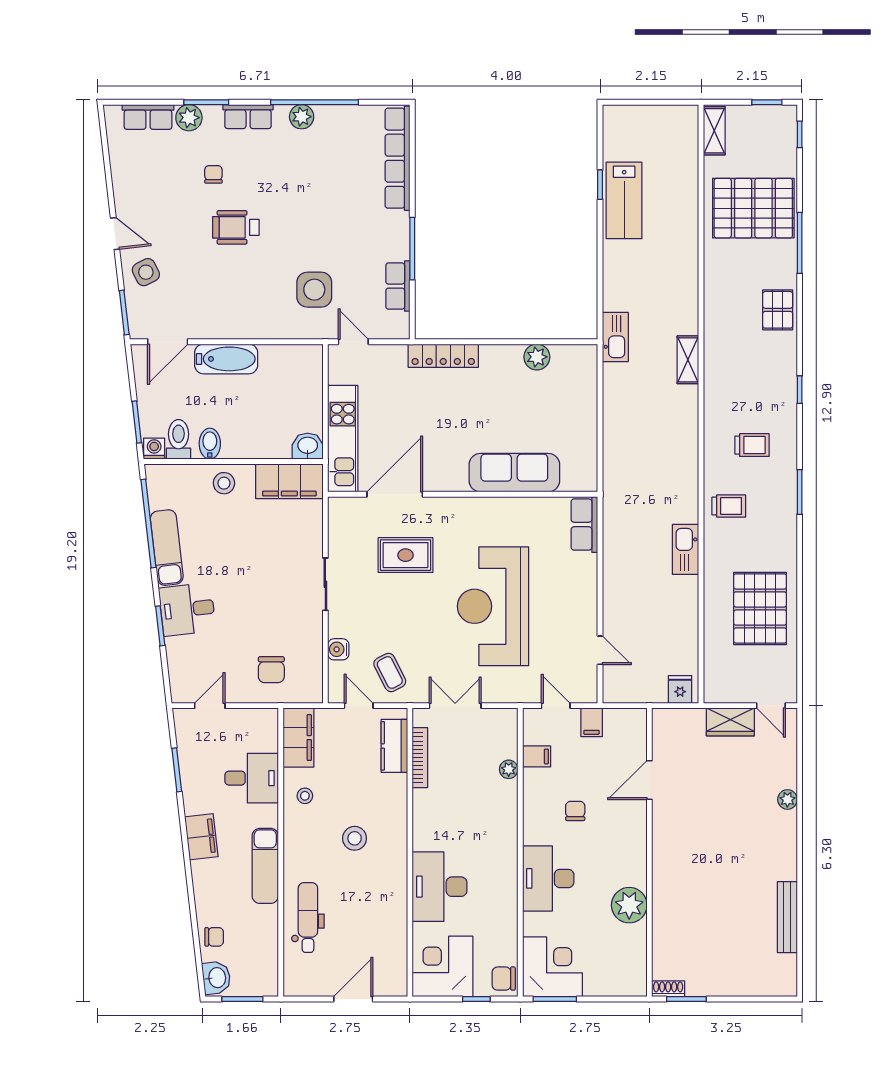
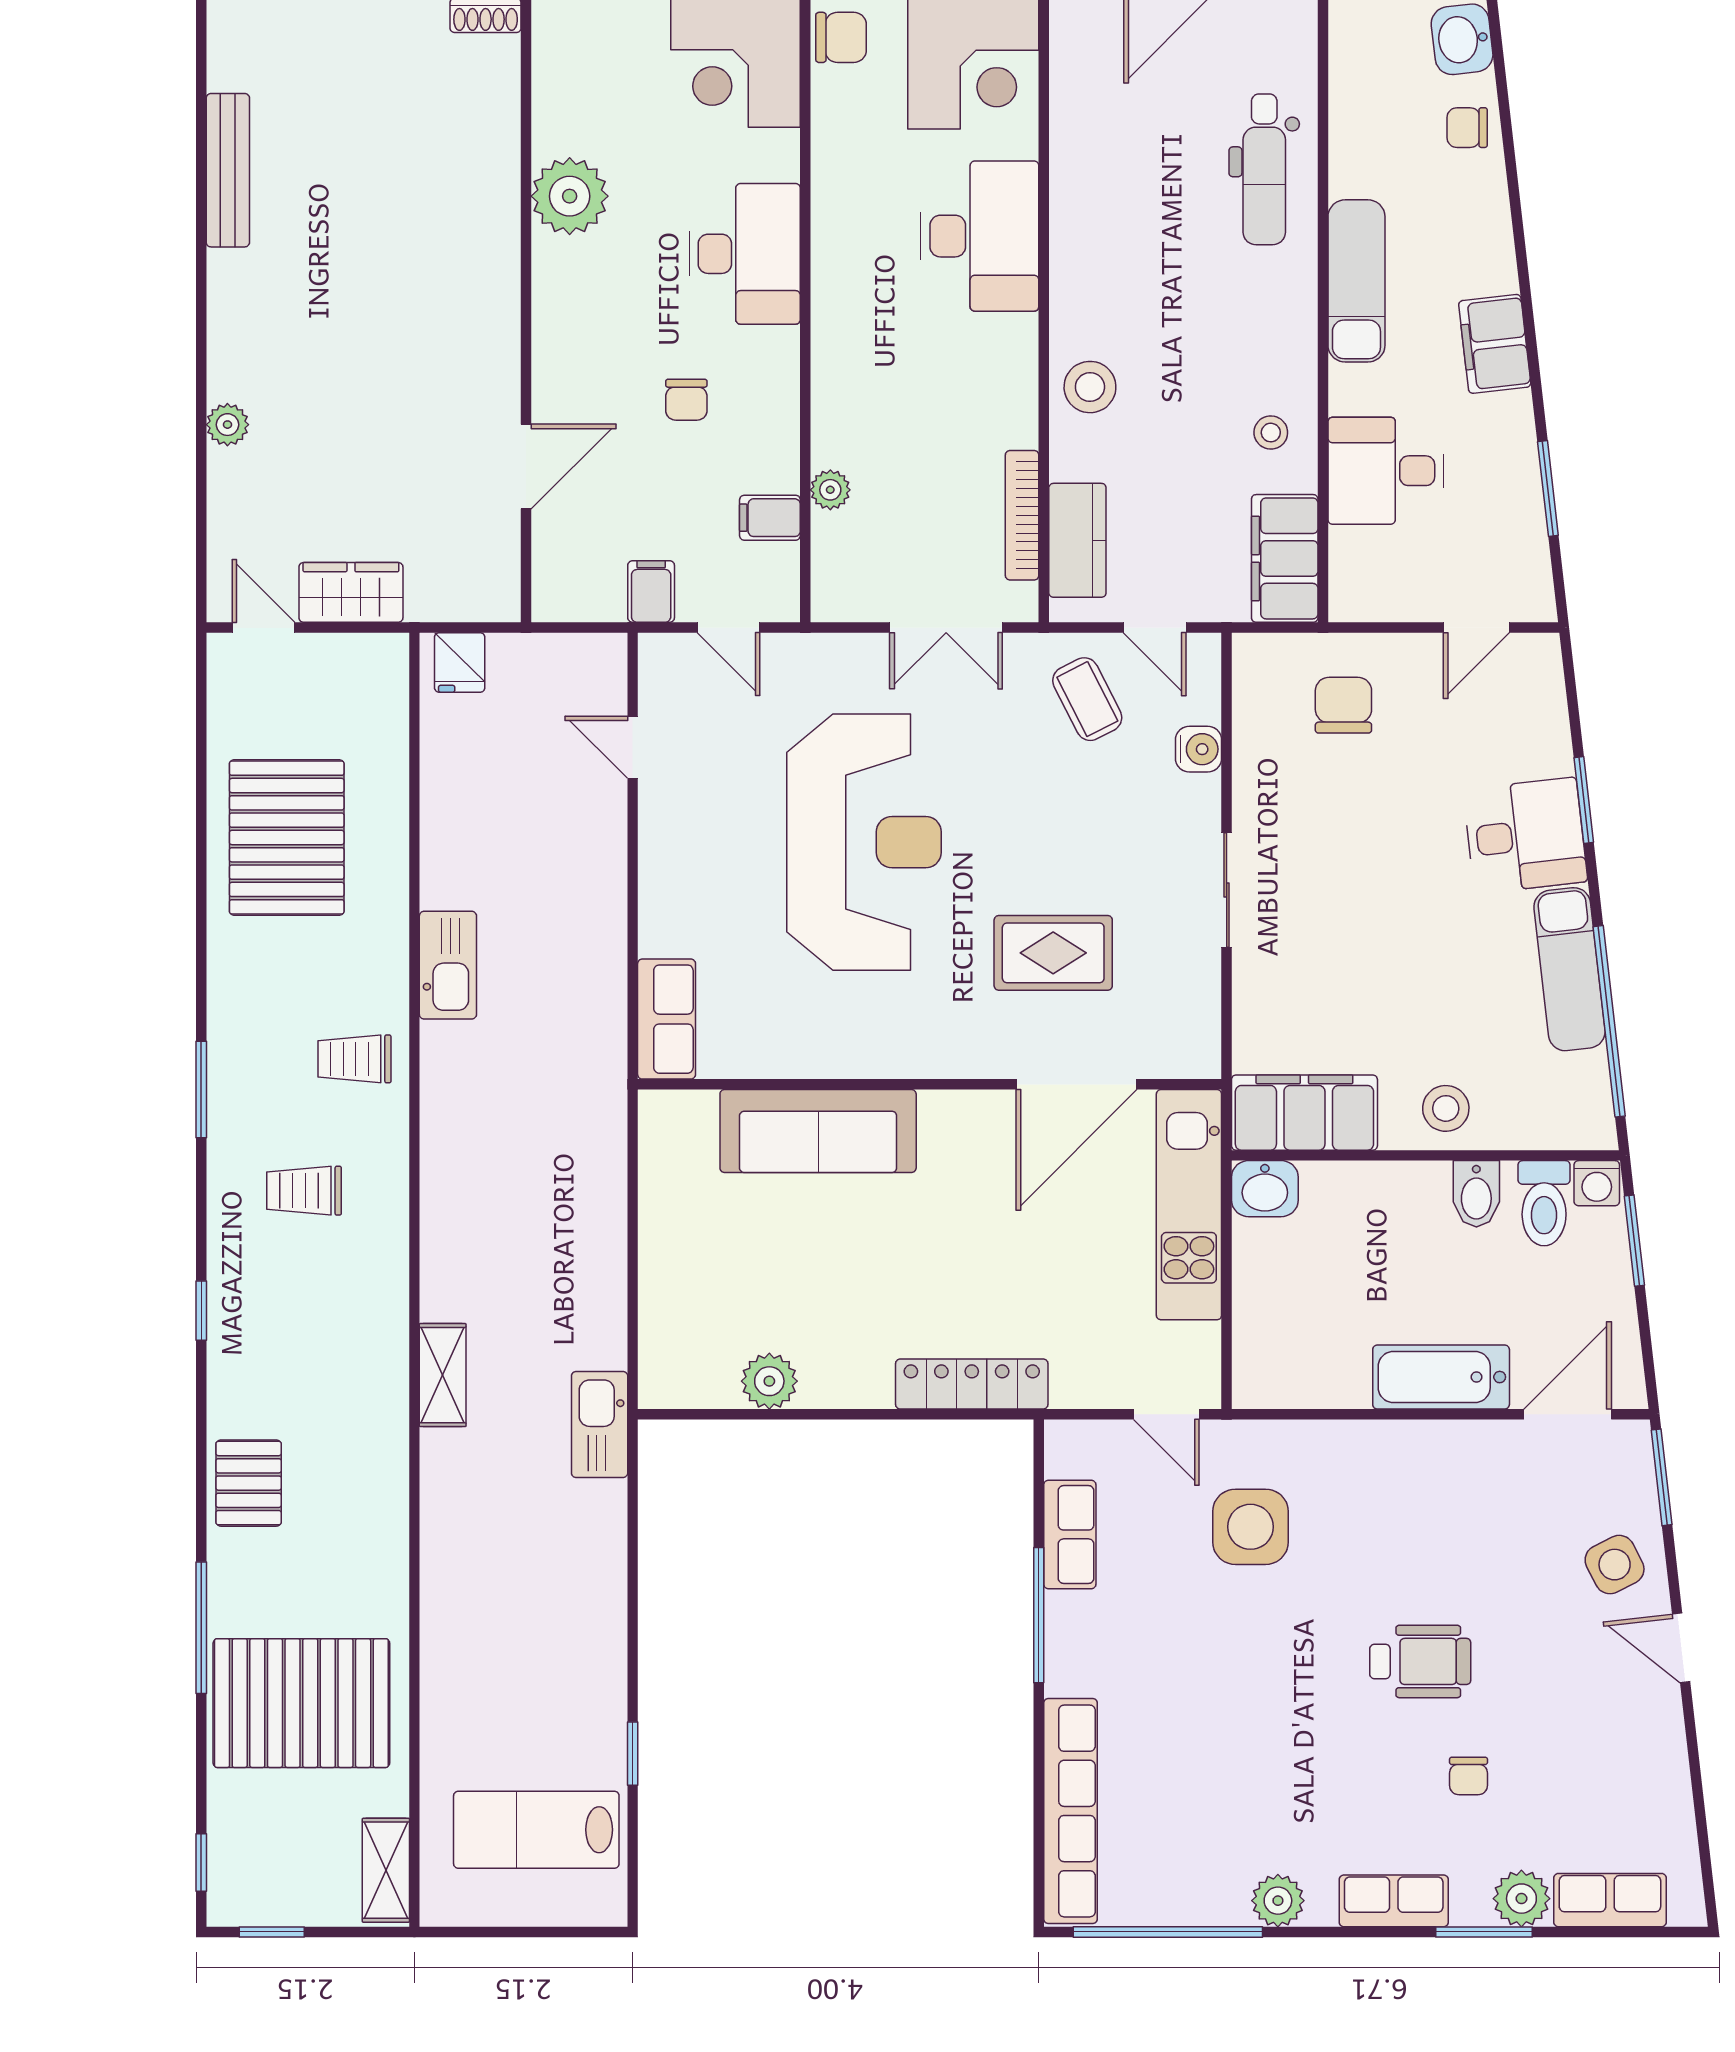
window: (315, 102) -> (1168, 1932), moved
lab bench: (624, 200) -> (536, 1830), moved, turned -90
stool: (355, 838) -> (1090, 387), moved

